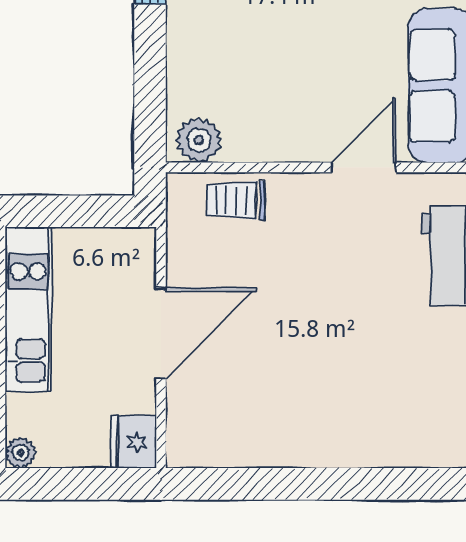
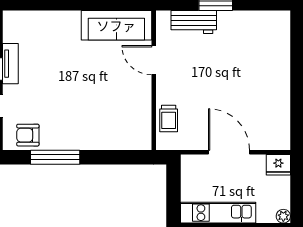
plant: (199, 140) -> (141, 135), removed

